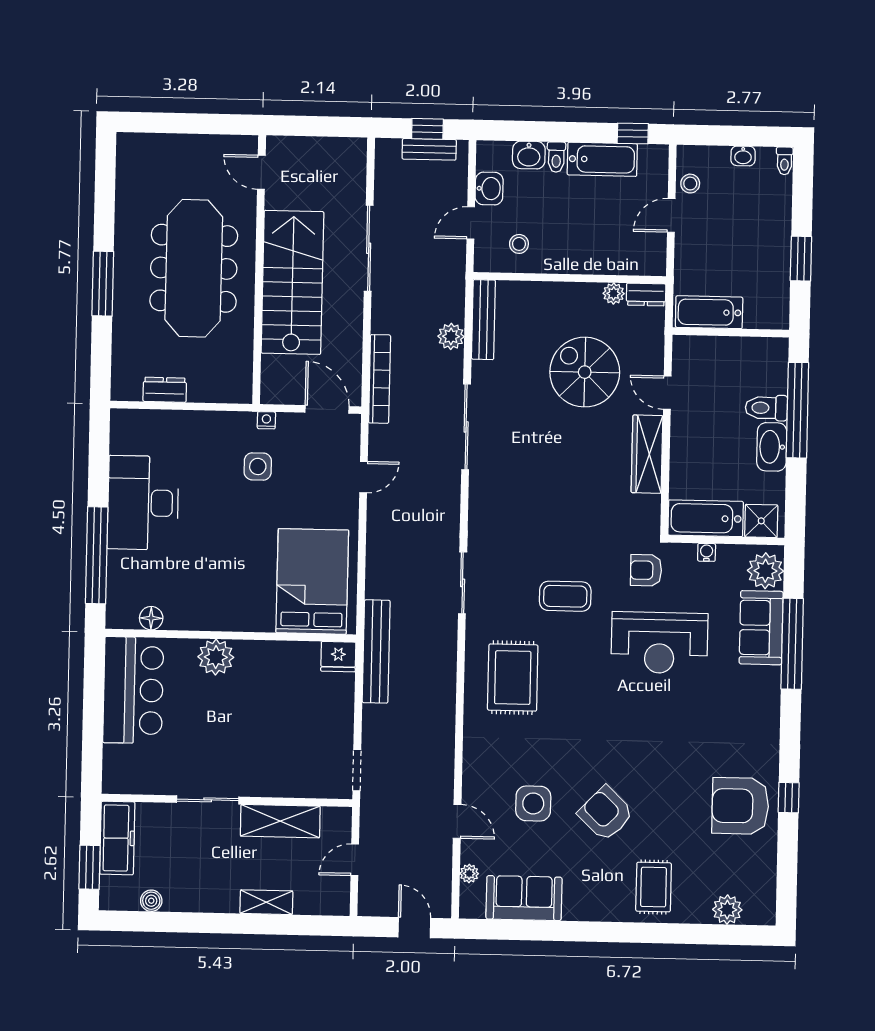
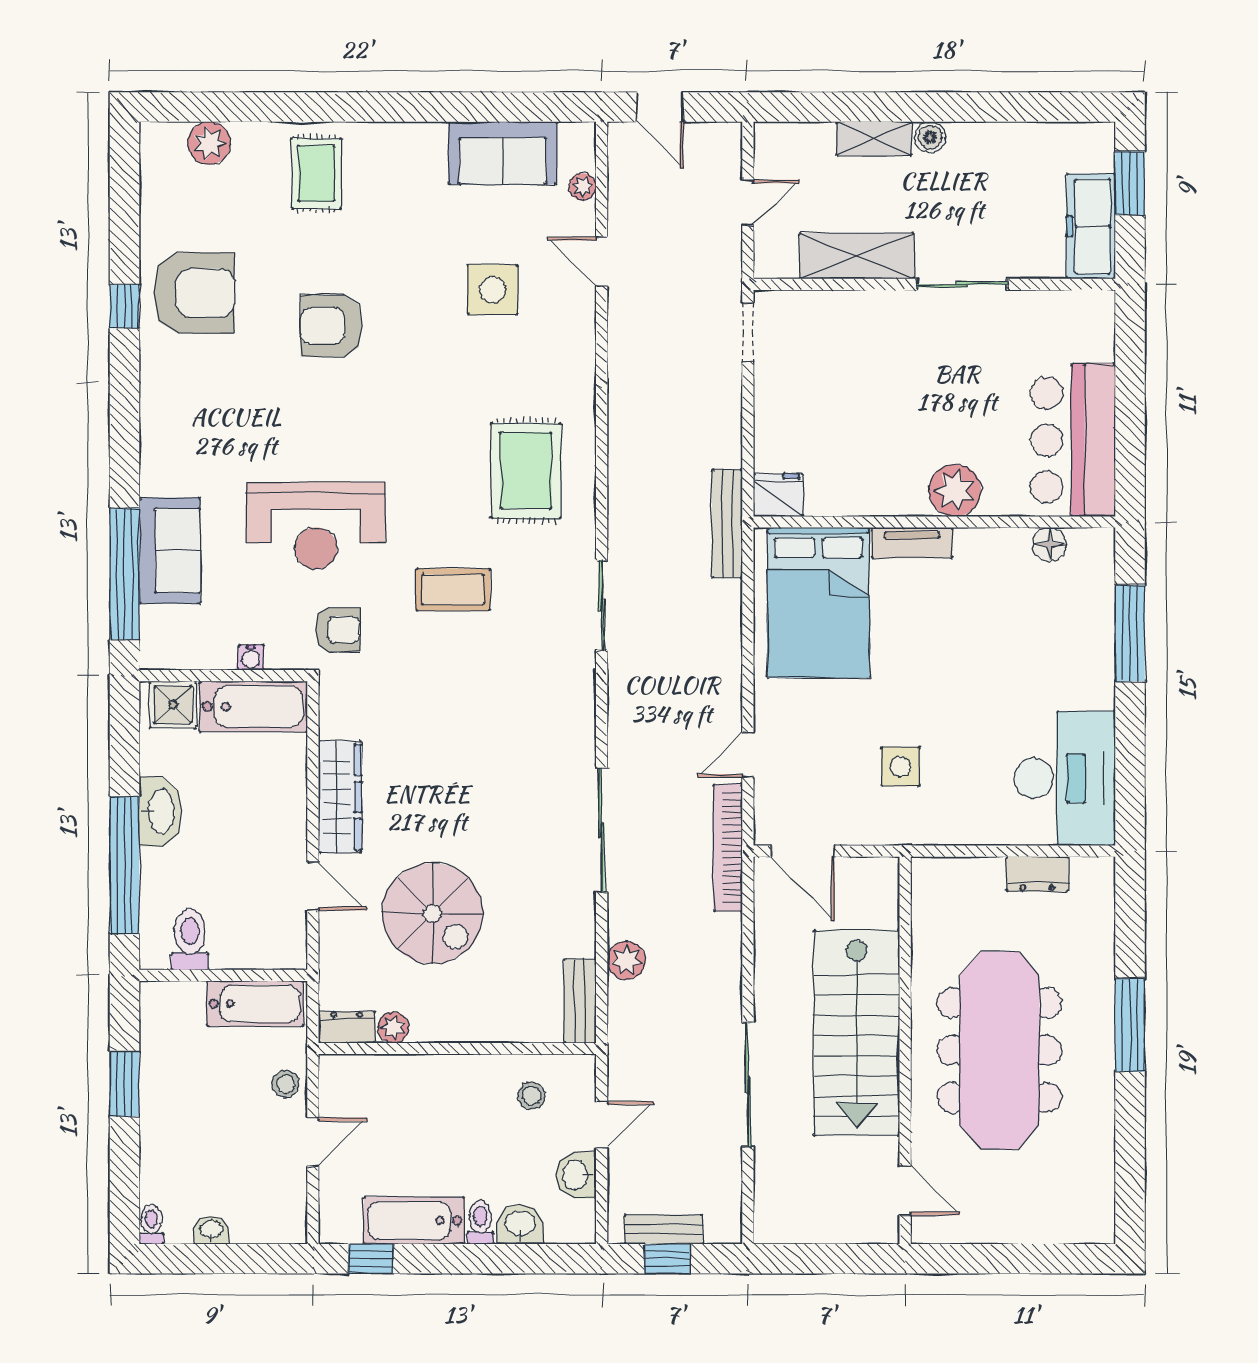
stool: (690, 184) -> (286, 1084), moved
bench: (483, 320) -> (580, 1001), width x0.73
bookcase: (380, 379) -> (728, 848), moved
toilet: (766, 408) -> (190, 940), moved, turned -90
nightstand: (266, 420) -> (890, 833), removed
desk: (143, 503) -> (1065, 778), moved
window: (97, 555) -> (1130, 633), width x0.68
plant: (765, 571) -> (165, 633), removed
tv unit: (246, 621) -> (912, 543), added
reception desk: (659, 643) -> (316, 526), turned 180
window: (792, 644) -> (125, 574), moved
bench: (376, 651) -> (727, 524), width x0.73, depth x0.82
armchair: (606, 813) -> (332, 326), moved, turned 136
boiler: (151, 901) -> (930, 137), moved

